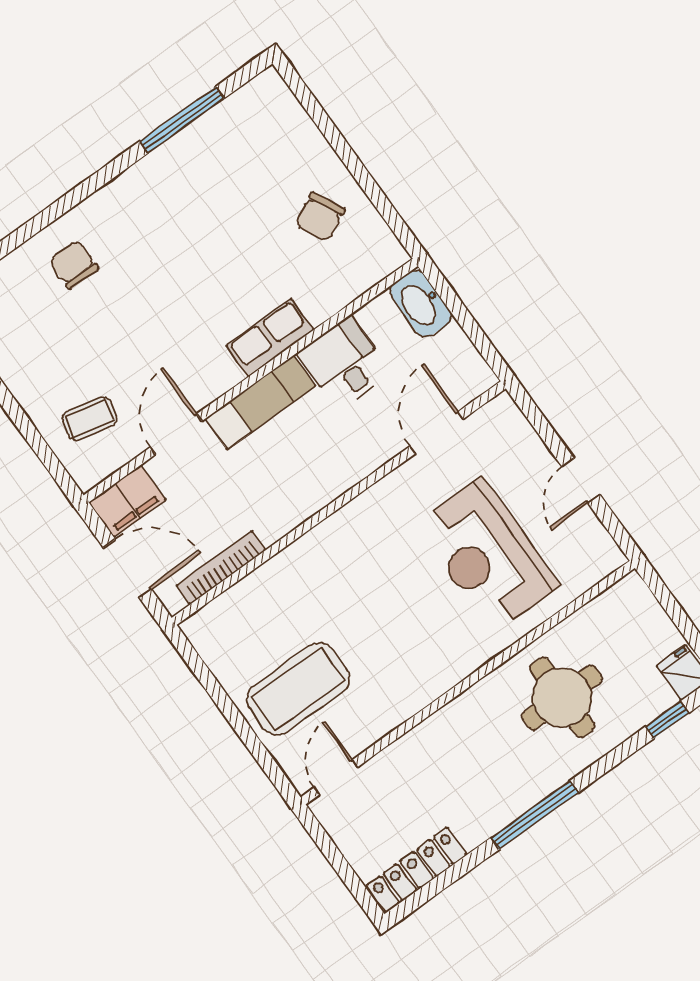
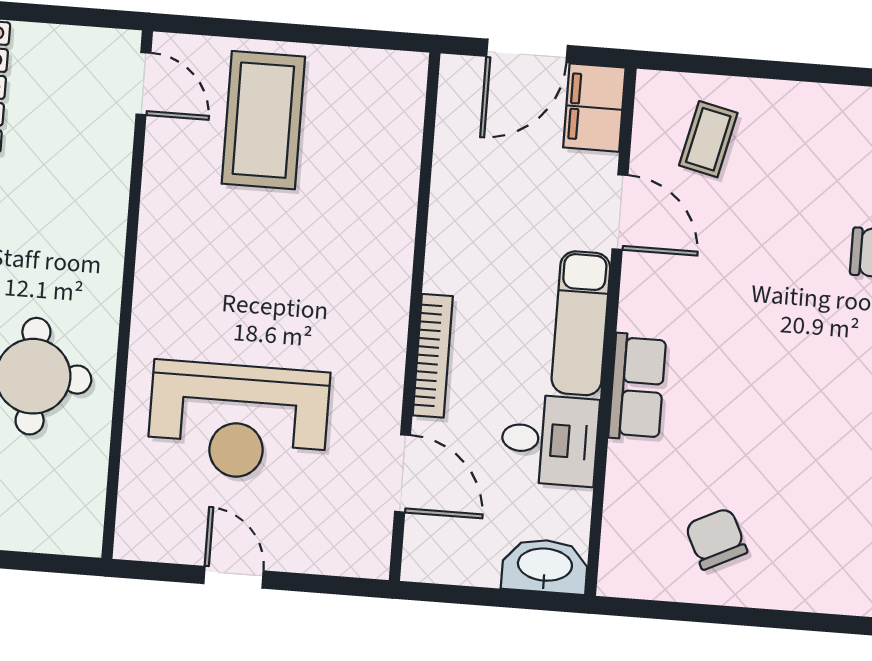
reception desk: (487, 555) -> (238, 421), turned 180
bookcase: (221, 568) -> (433, 356), moved

